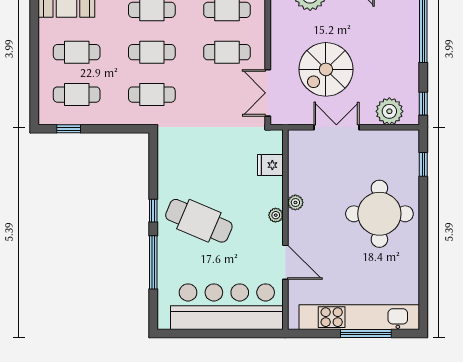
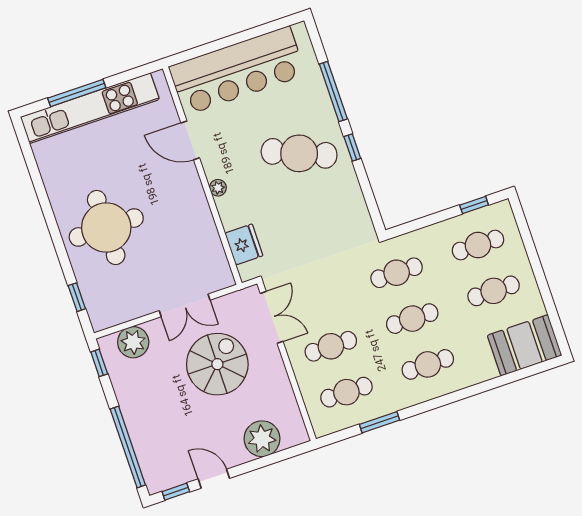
fridge: (270, 165) -> (244, 244), width x1.38
plant: (295, 202) -> (201, 209), removed

